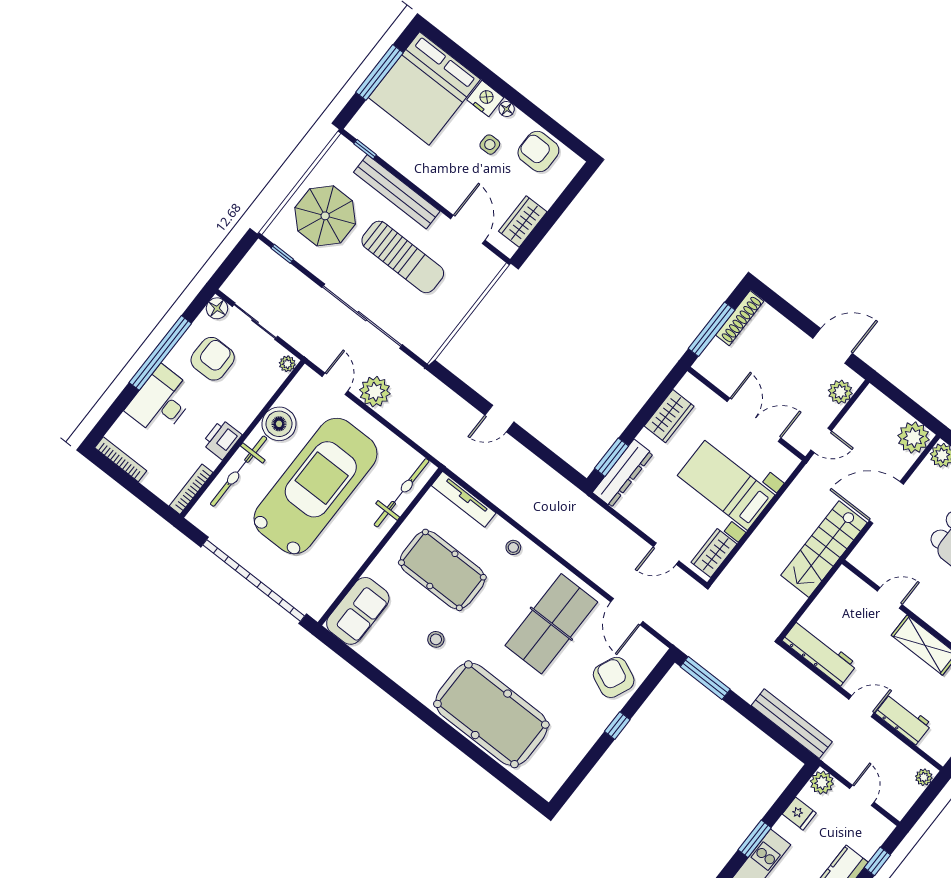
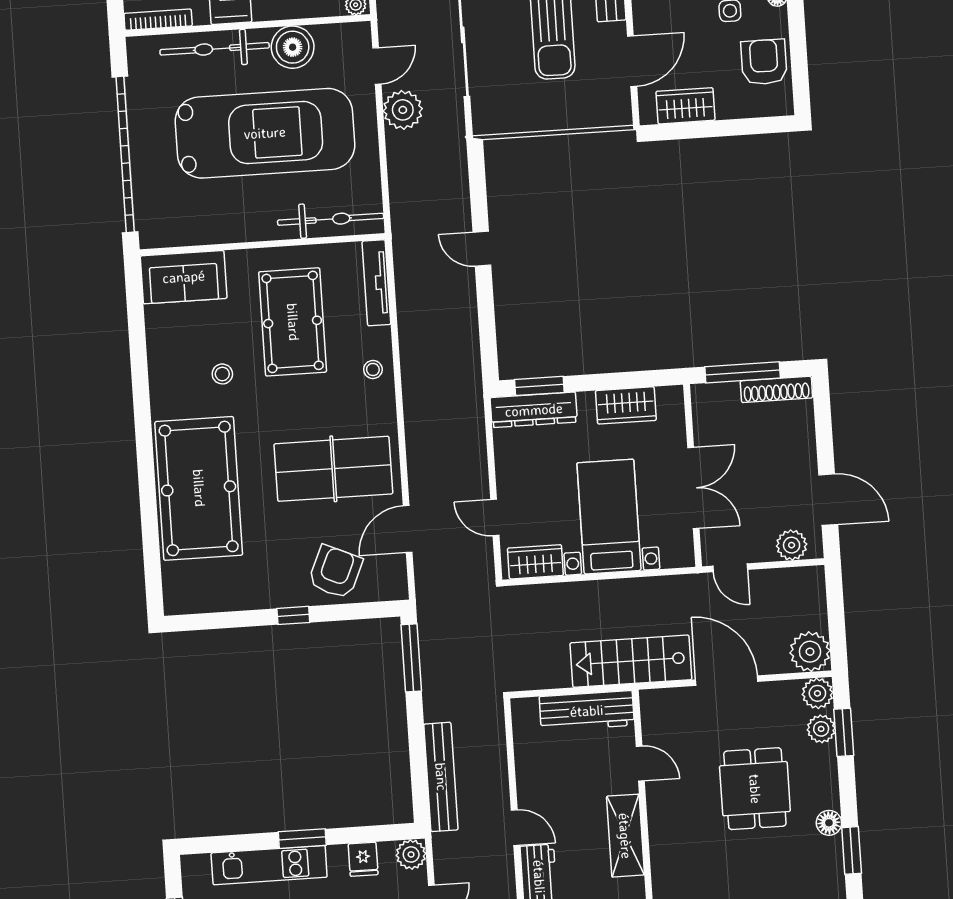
workbench: (820, 653) -> (587, 711), moved, turned 90

